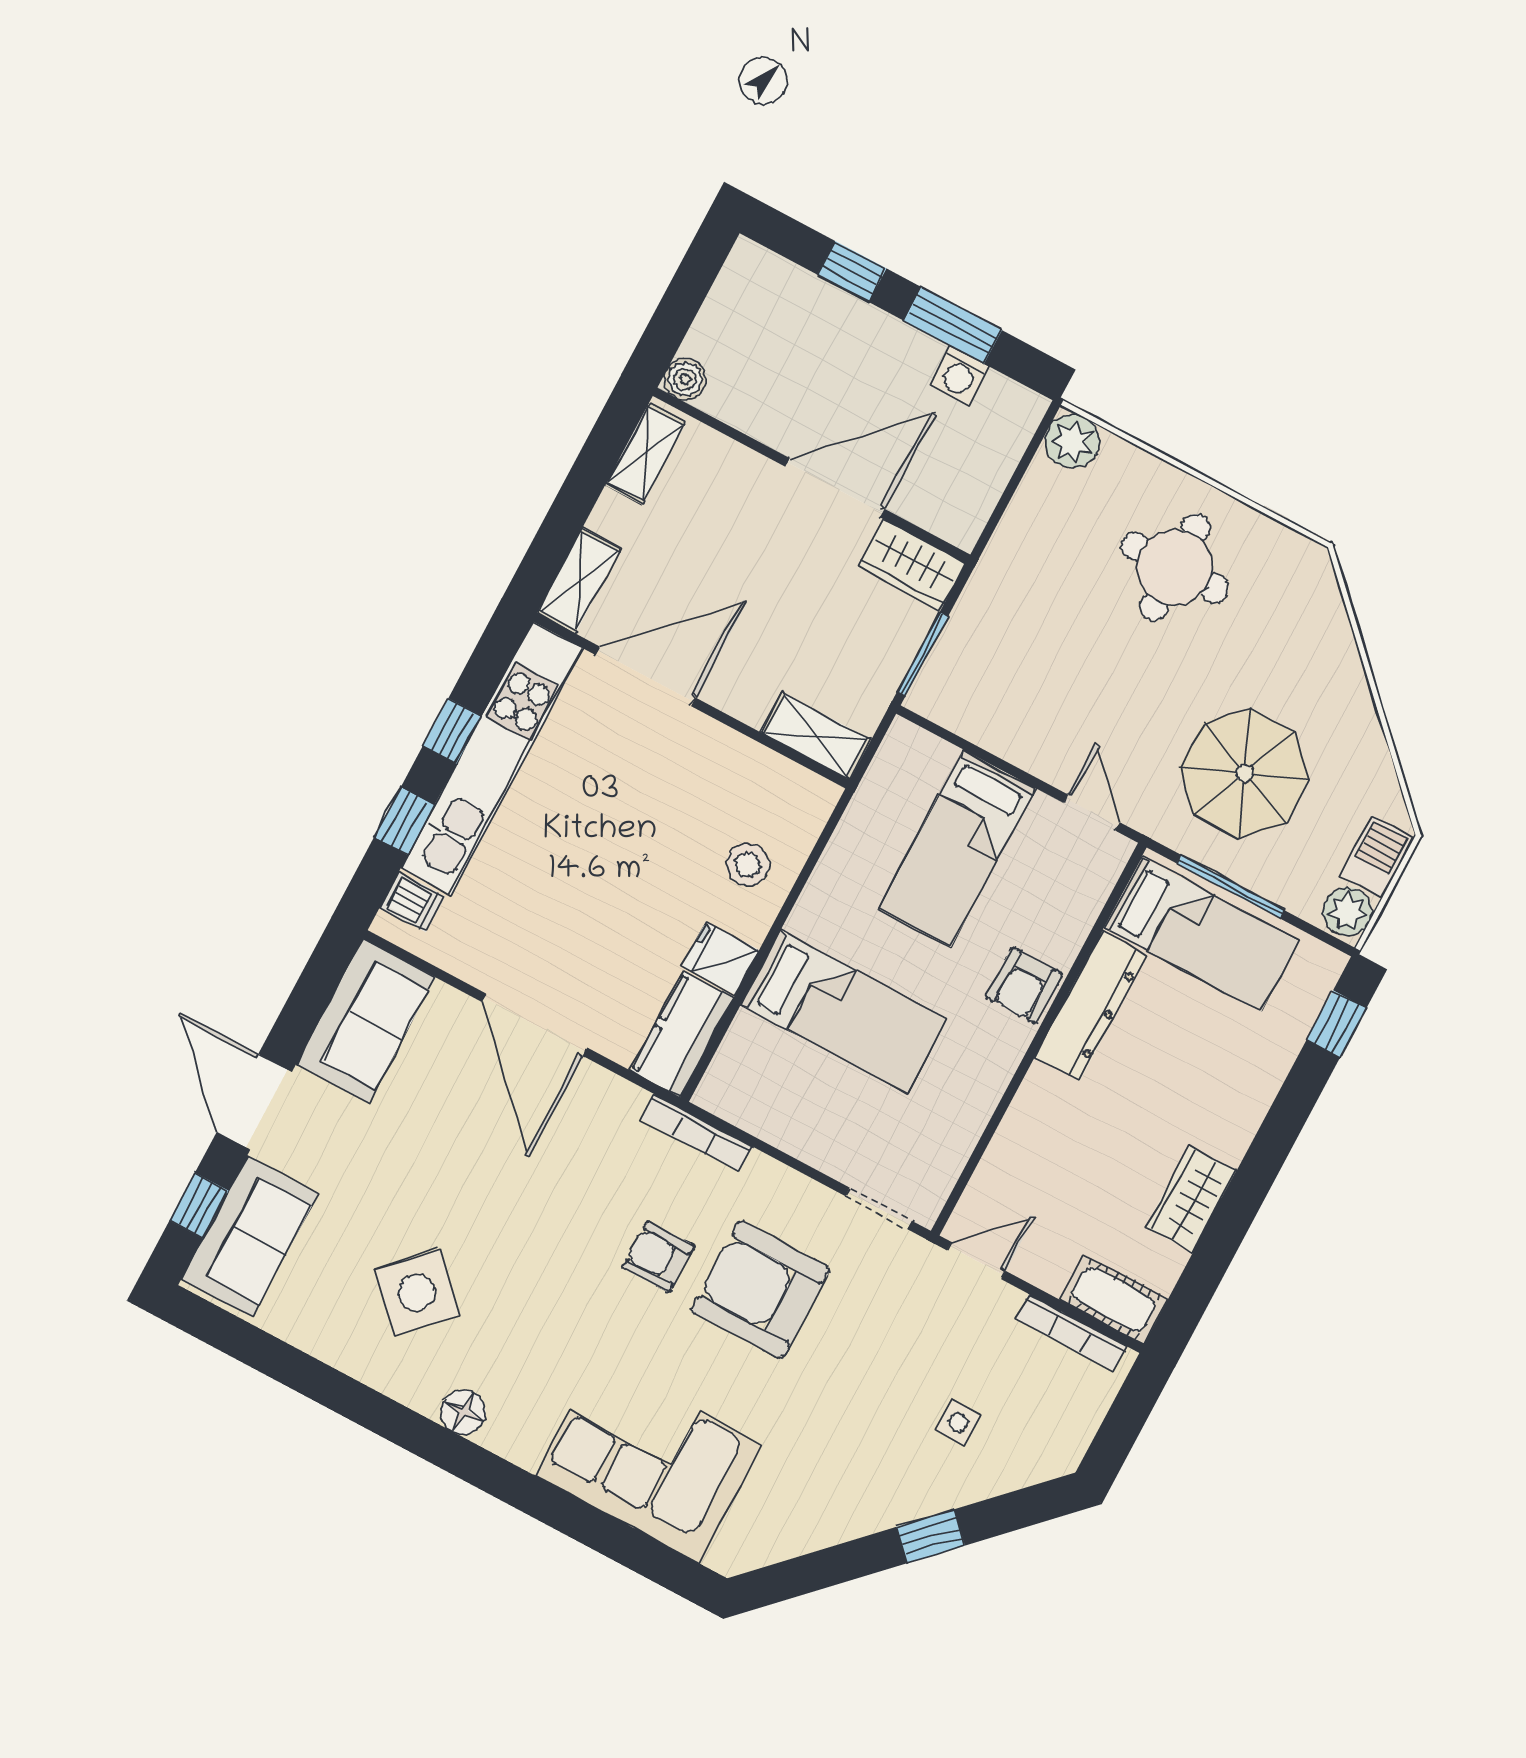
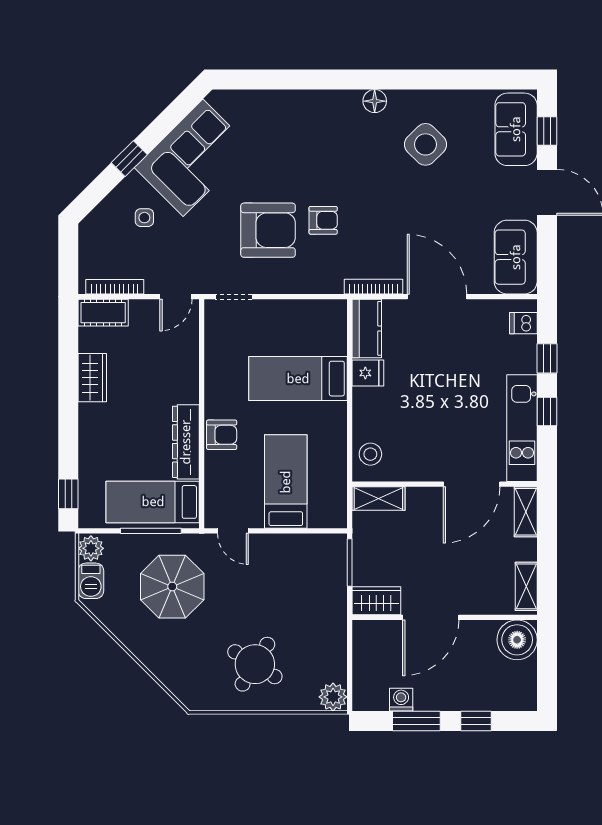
boiler: (685, 379) -> (517, 640), width x1.86, depth x1.86
round table: (1175, 567) -> (255, 664), turned 32
kitchen unit: (492, 758) -> (522, 428), width x0.73
stool: (748, 865) -> (370, 454), moved
armchair: (1024, 986) -> (222, 435), turned 90
bookcase: (697, 1133) -> (373, 287), moved
corner sofa: (649, 1461) -> (193, 158), moved, turned -45

